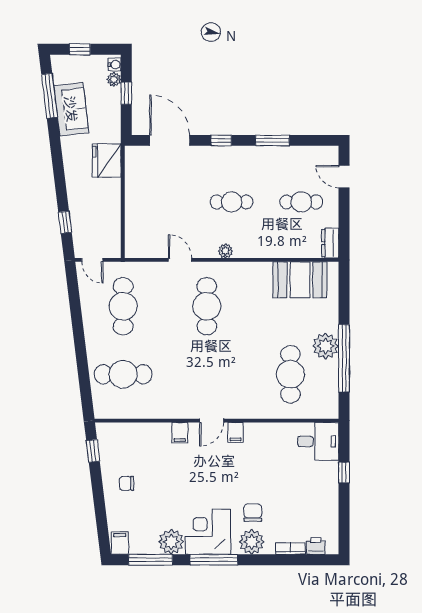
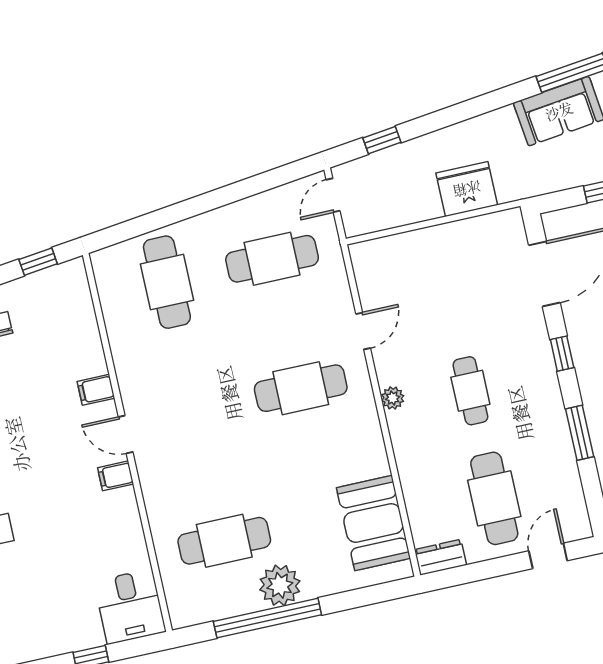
fridge: (107, 161) -> (467, 189), moved
cafe table: (301, 202) -> (494, 498), width x1.37, depth x1.35

